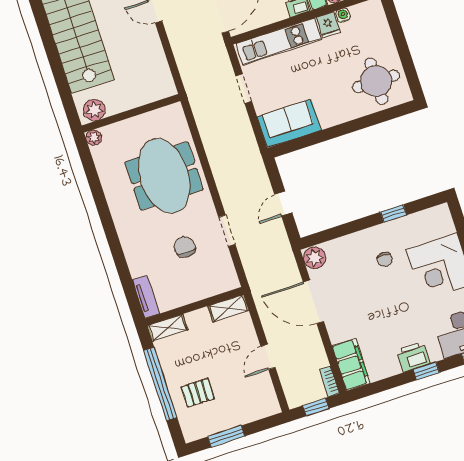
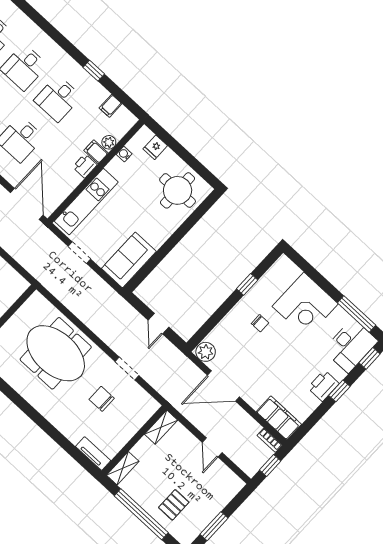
fridge: (328, 25) -> (155, 147), moved, turned 90

